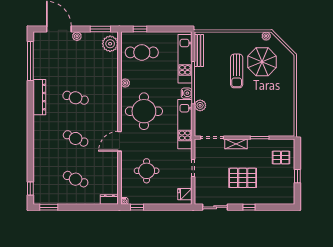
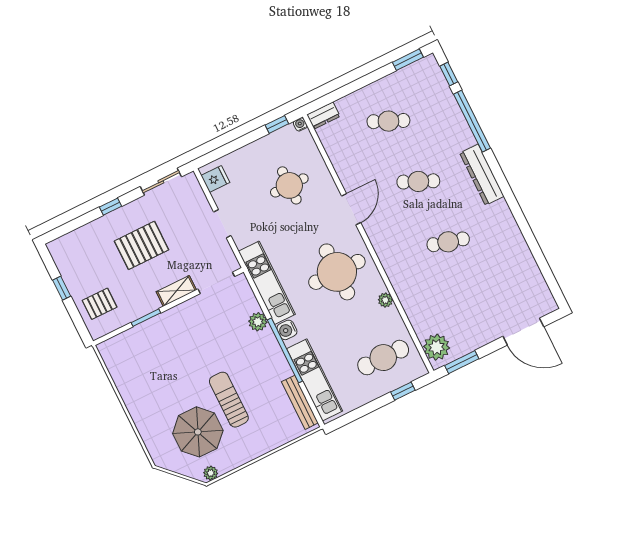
plant: (77, 36) -> (491, 334), removed
window: (30, 61) -> (472, 121), moved
dresser: (39, 97) -> (482, 175), moved

